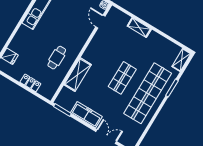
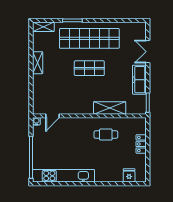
shelving: (139, 28) -> (38, 63), moved

